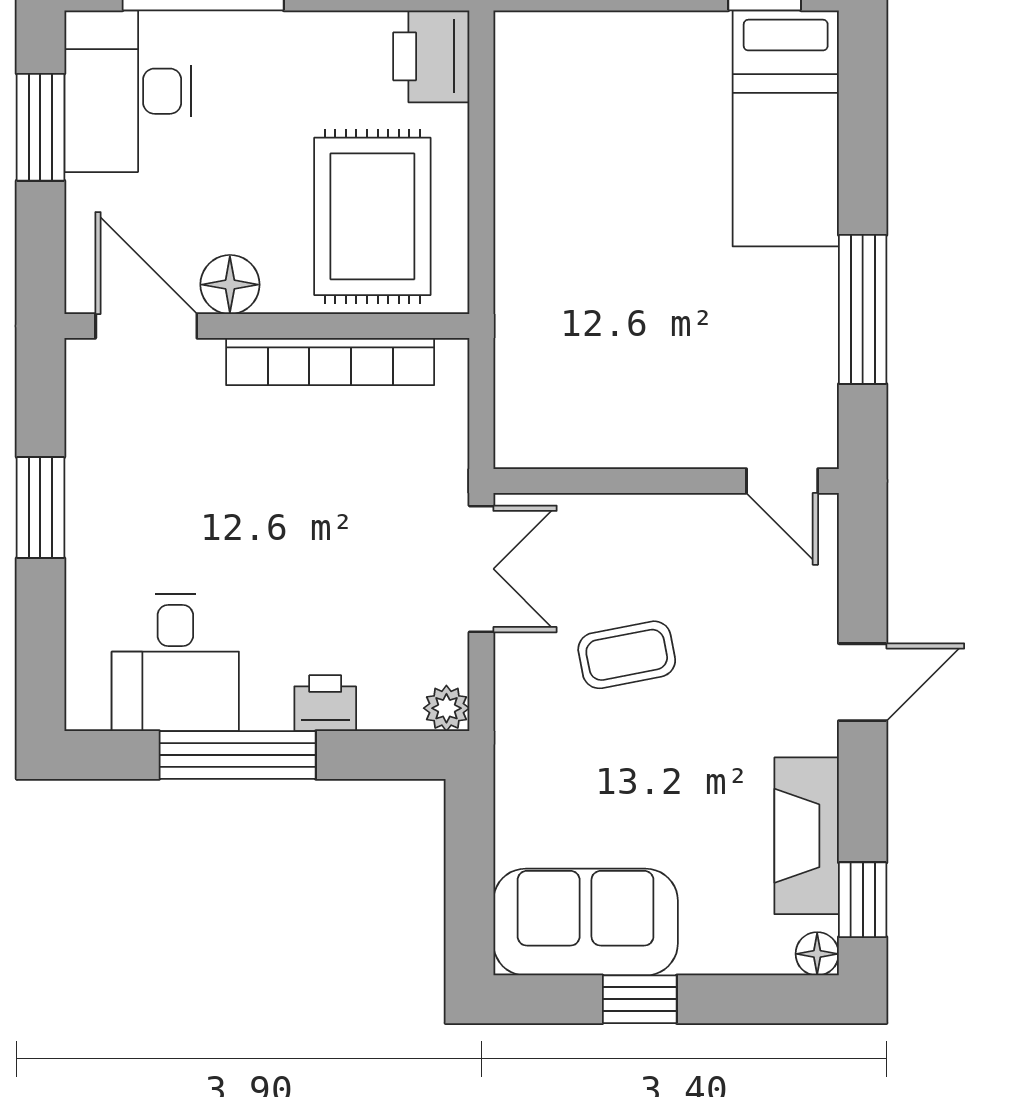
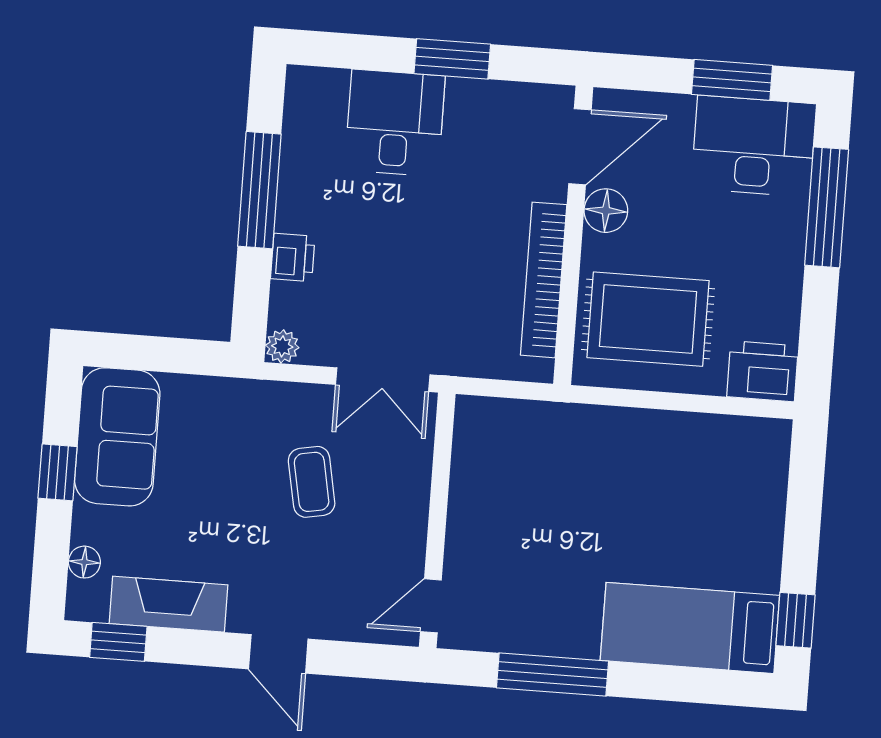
desk: (175, 663) -> (395, 123), moved, turned 90
floor lamp: (817, 954) -> (84, 562), moved

